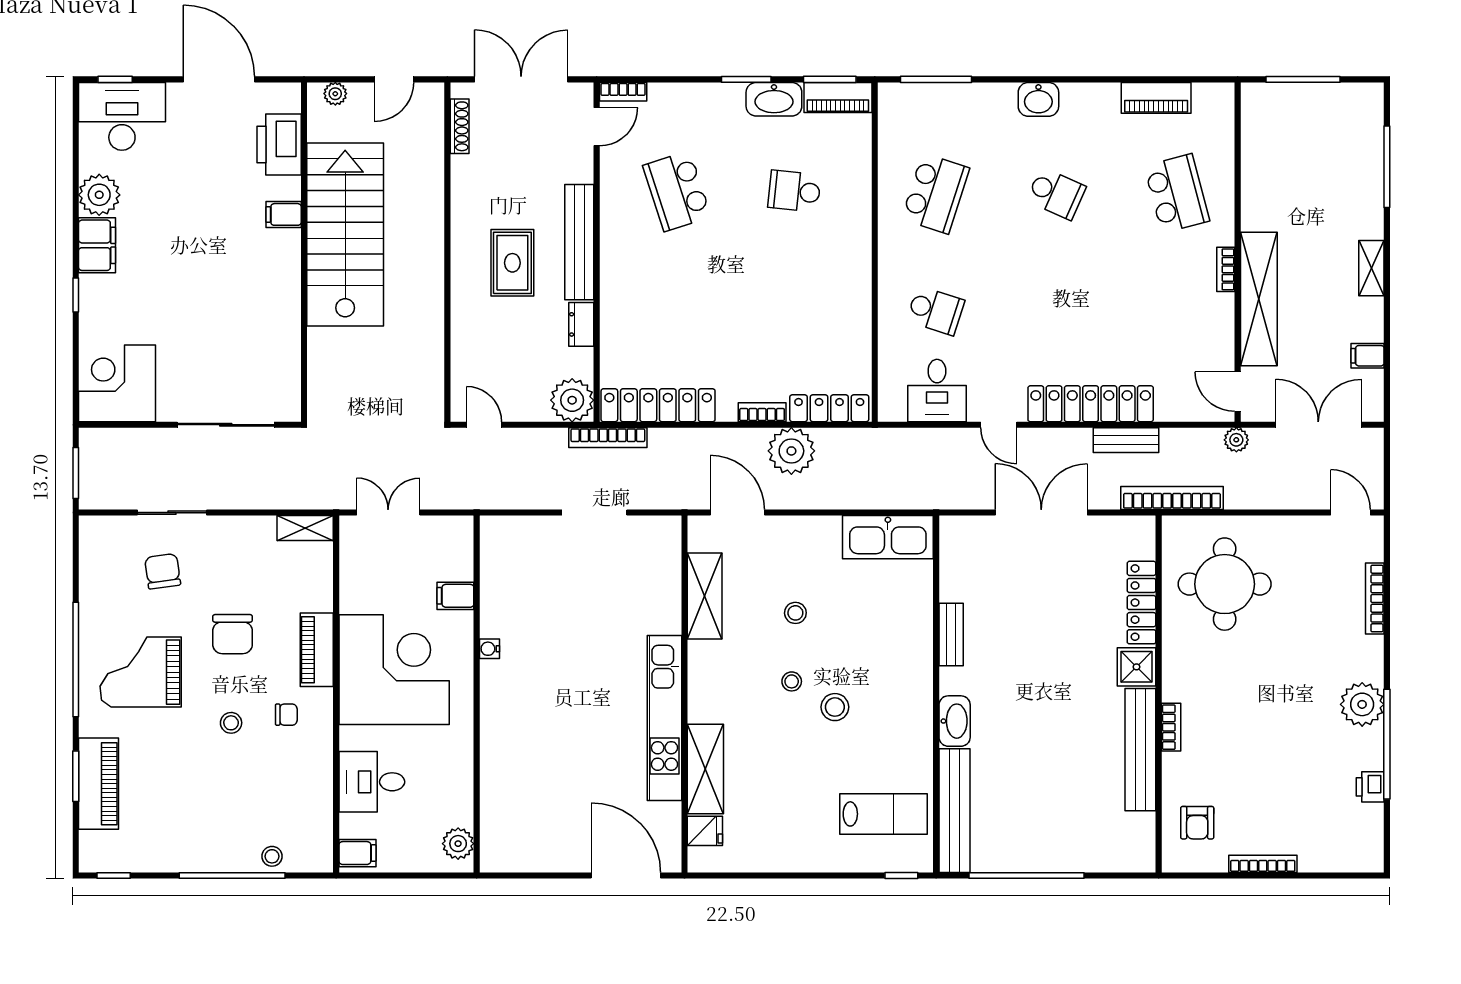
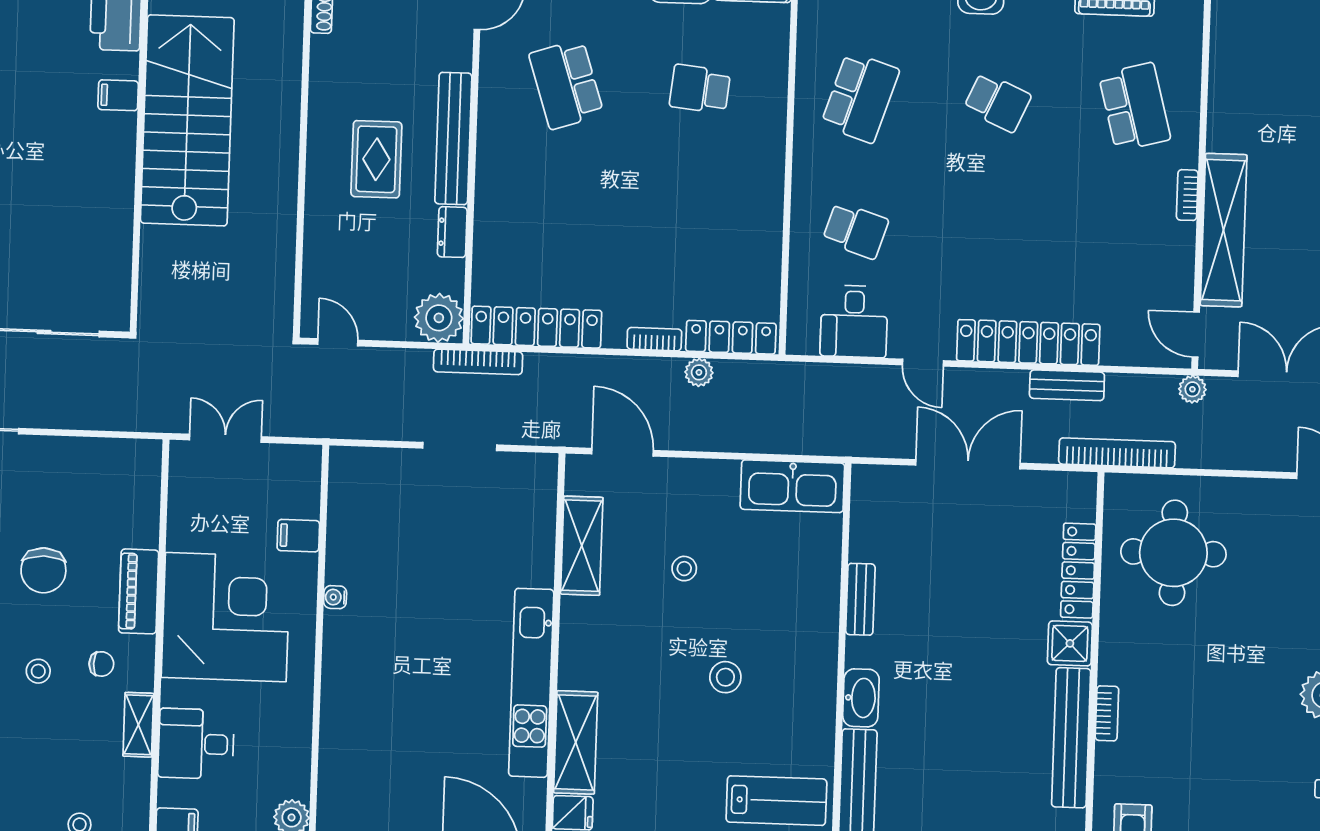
plant: (791, 451) -> (699, 372), width x0.53, depth x0.53
shelving: (305, 528) -> (138, 725), moved, turned 90
stool: (792, 681) -> (677, 646), removed

